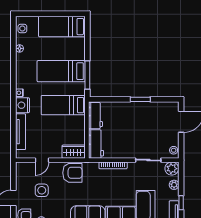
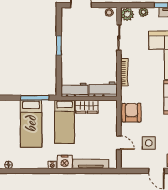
wardrobe: (74, 152) -> (87, 107), moved, turned -90

